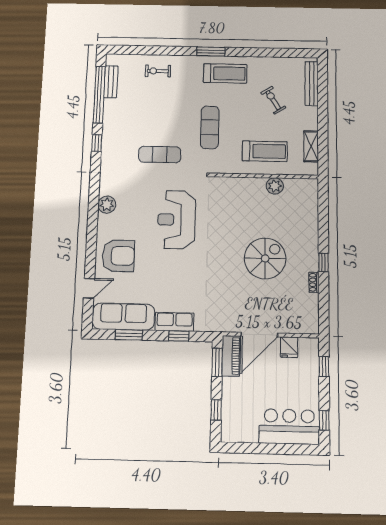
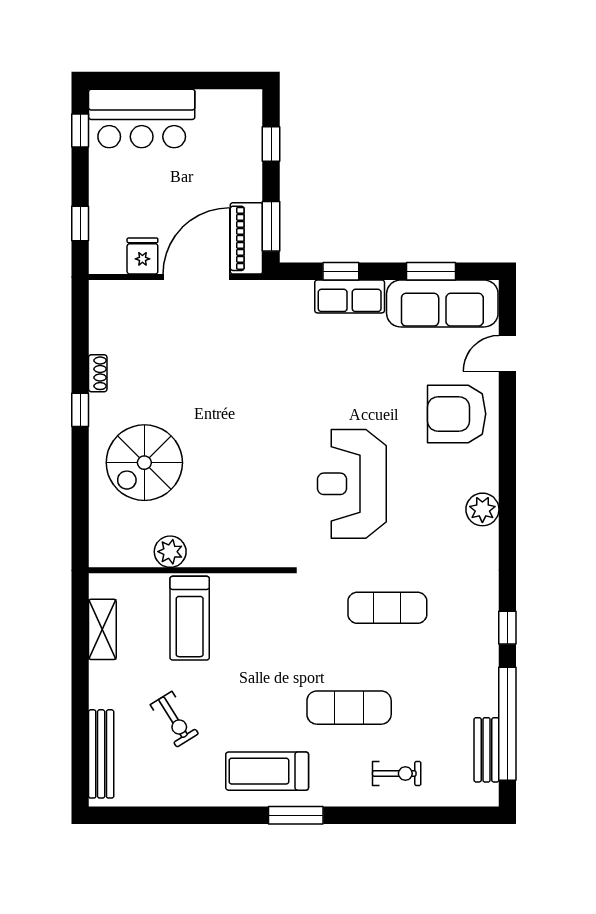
exercise mat: (210, 127) -> (349, 708), moved, turned 90
treadmill: (265, 151) -> (190, 618), turned -90
reception desk: (176, 220) -> (352, 484), turned 180
spiral stairs: (265, 258) -> (144, 463), moved

